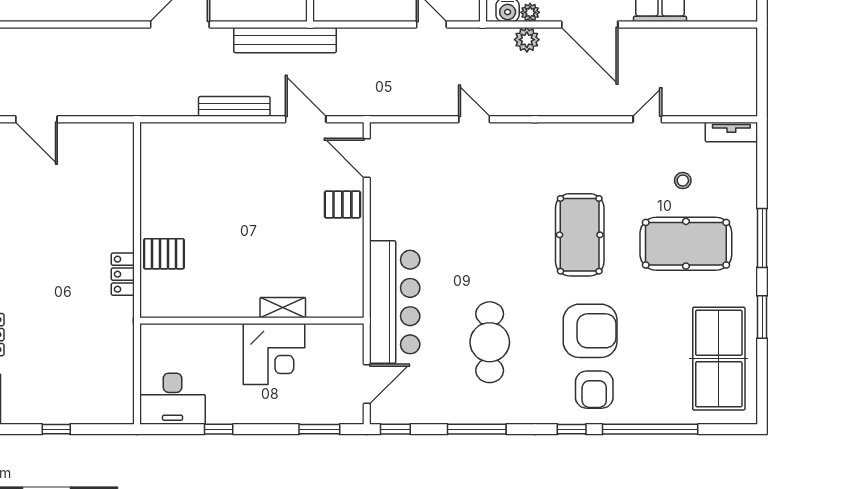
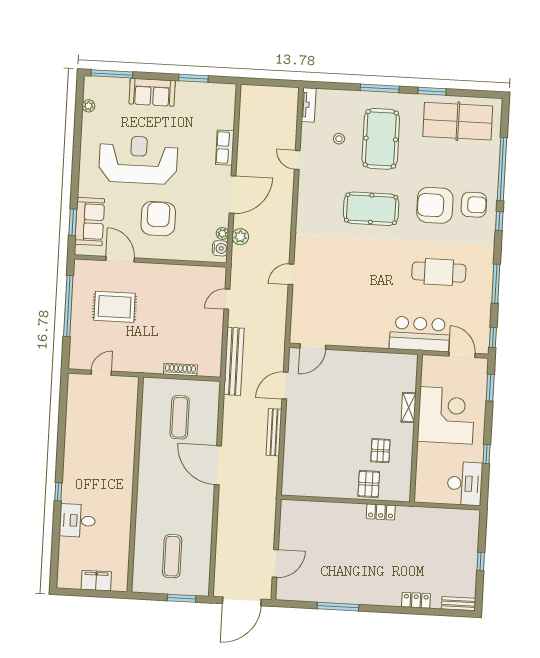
bench: (285, 40) -> (234, 361), moved
pallet: (342, 205) -> (380, 451), moved
bar counter: (395, 302) -> (420, 334), width x0.73
armchair: (590, 331) -> (435, 205), turned -90
corner desk: (274, 354) -> (446, 415), width x1.36, depth x1.36

